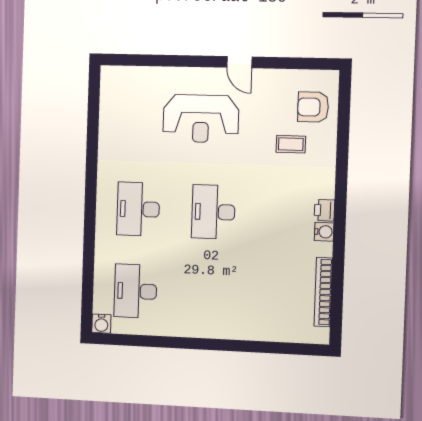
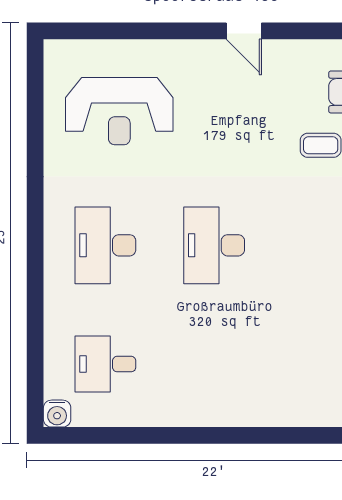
reception desk: (201, 119) -> (119, 111), moved
desk: (135, 291) -> (105, 364), width x0.73

